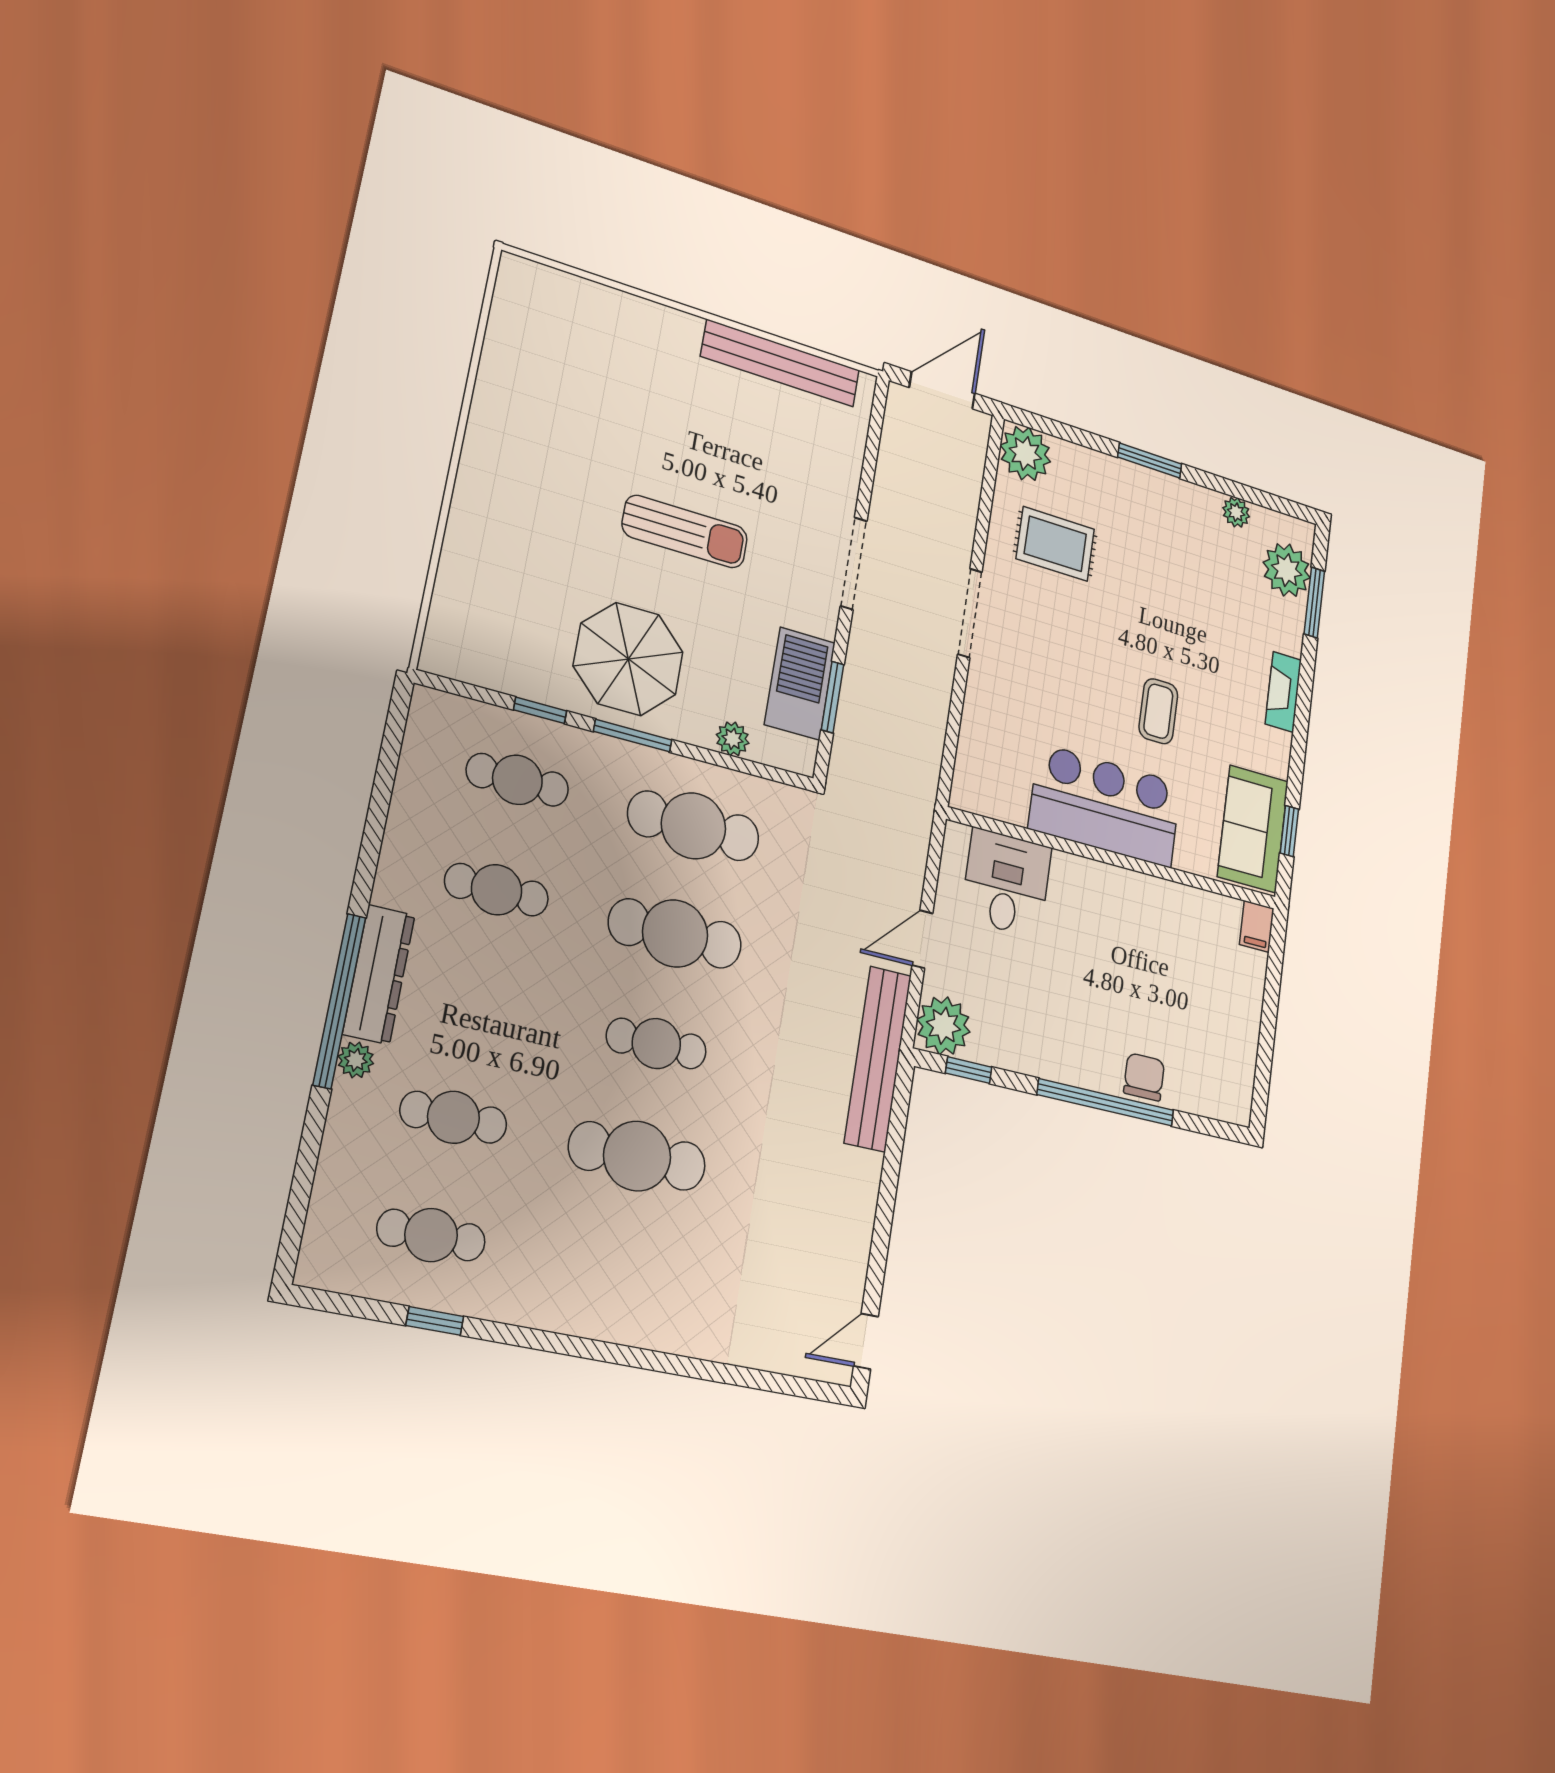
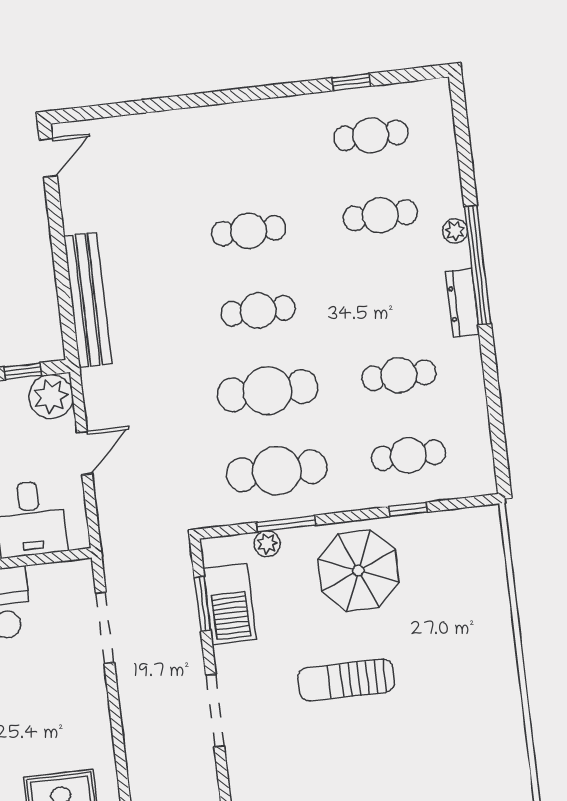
doorway: (970, 613) -> (105, 628), moved
window: (633, 736) -> (286, 524), moved
dresser: (379, 974) -> (463, 303), width x0.73, depth x0.80
bench: (878, 1059) -> (88, 300), moved
cafe table: (637, 1156) -> (249, 231), width x0.73, depth x0.74

